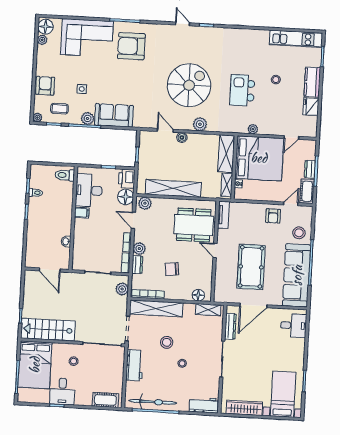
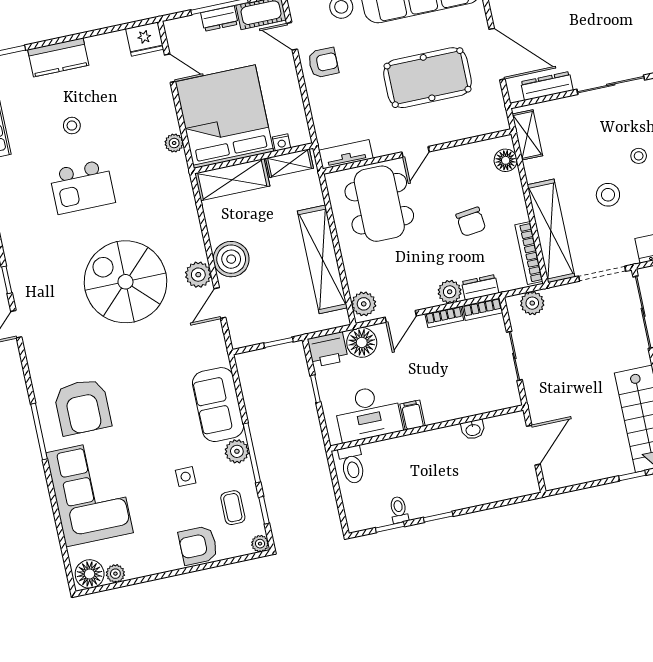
kitchen island: (242, 90) -> (82, 187), moved
fridge: (311, 107) -> (145, 39), moved
plant: (200, 124) -> (198, 275), moved
boiler: (182, 138) -> (231, 259), width x1.86, depth x1.86

